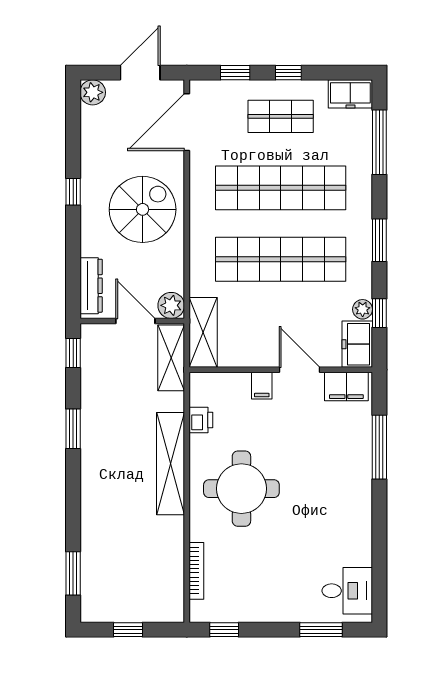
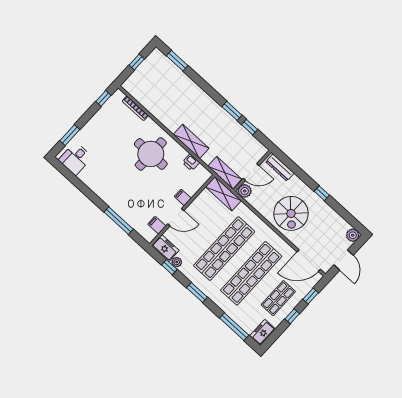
door: (187, 122) -> (309, 261), swing flipped
window: (73, 353) -> (250, 127), moved
filing cabinet: (346, 386) -> (157, 225), width x0.50
shelving: (170, 464) -> (191, 141), width x0.68

